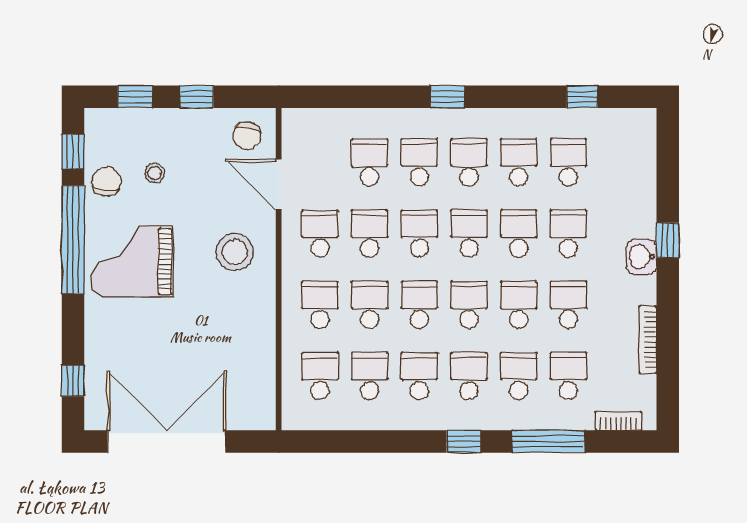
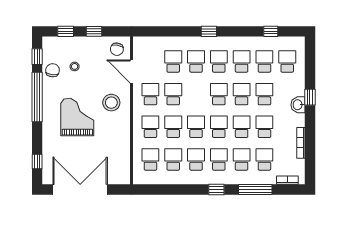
school desk: (419, 234) -> (287, 61), moved
grand piano: (132, 261) -> (77, 117), moved, turned 90

